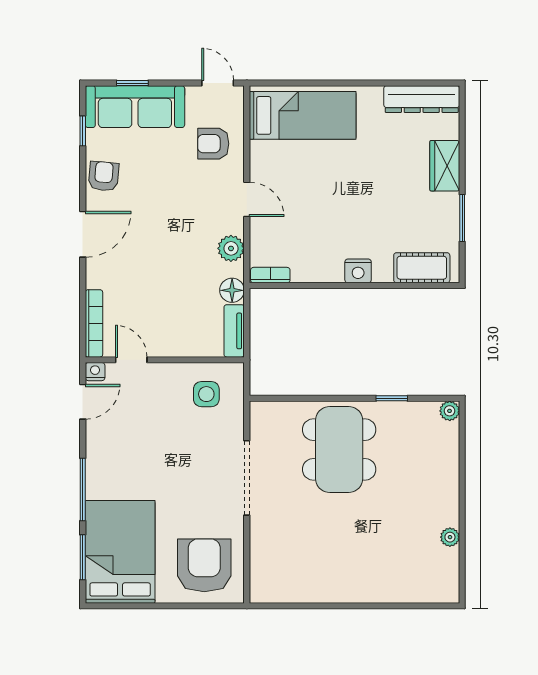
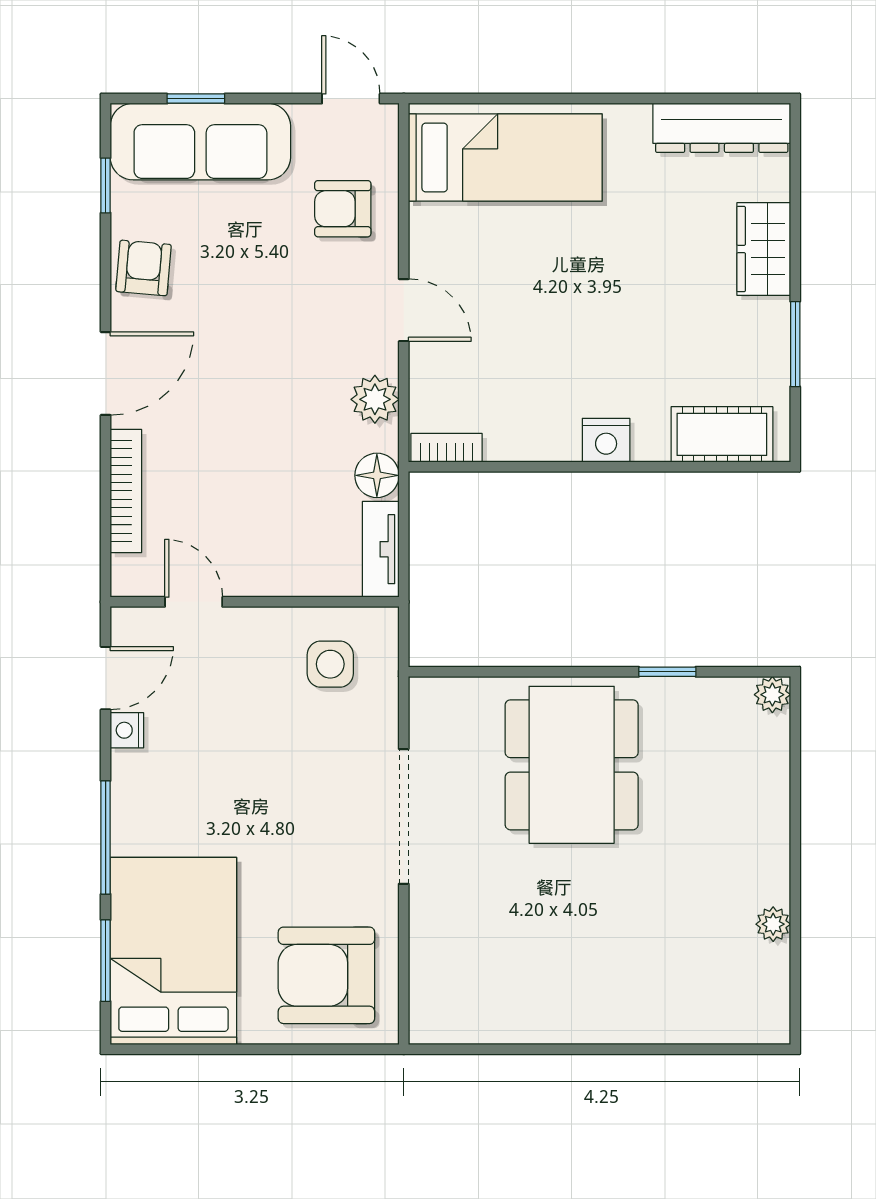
bookcase: (94, 323) -> (126, 491), moved
nightstand: (95, 372) -> (127, 730), moved, turned -90
armchair: (204, 565) -> (326, 975), turned -90

